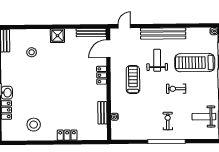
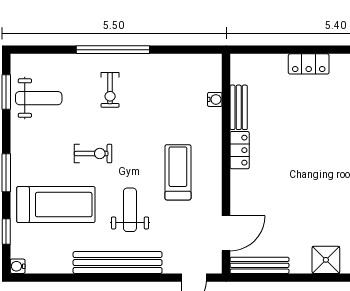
weight bench: (157, 60) -> (130, 210), turned 180
locker: (102, 75) -> (240, 150), moved
treadmill: (133, 80) -> (178, 172), turned 180

